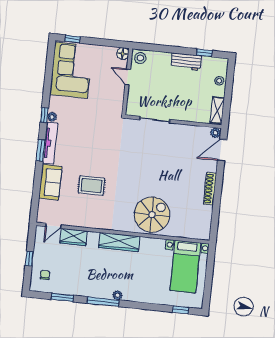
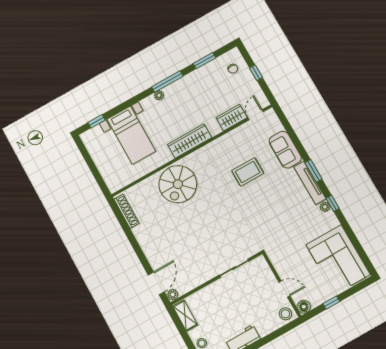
window: (73, 39) -> (331, 303), moved
shoe rack: (210, 189) -> (127, 211), moved
bed with nightstands: (185, 267) -> (131, 135), moved, turned 180

